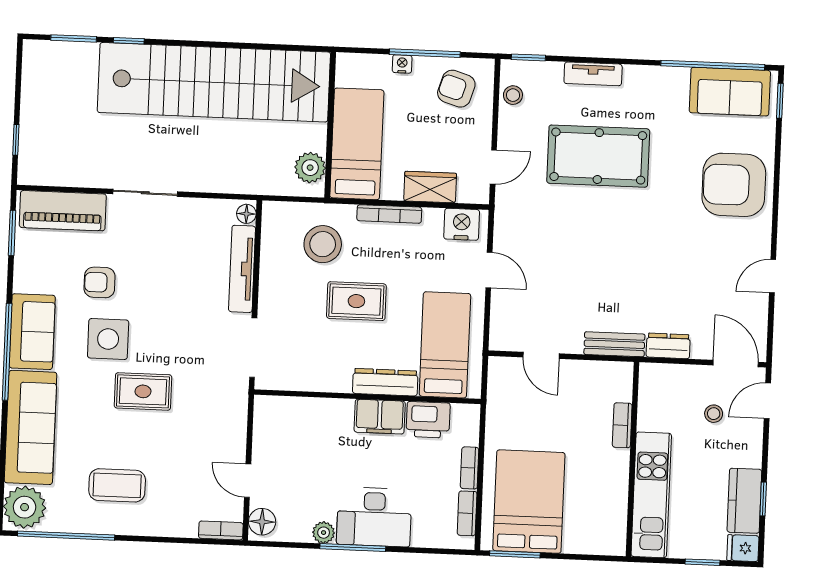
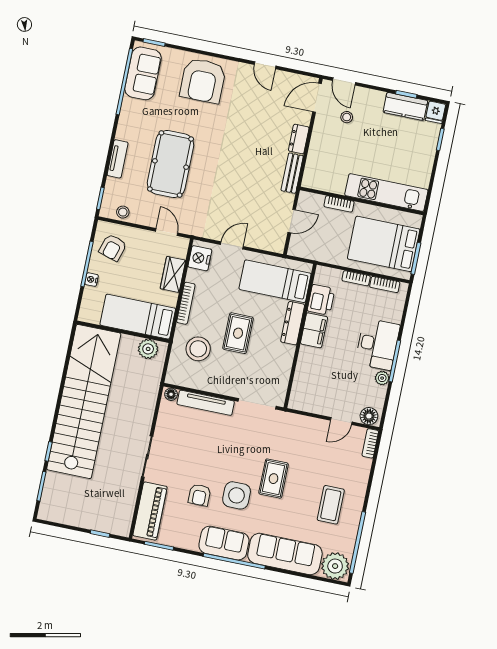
bookcase: (622, 425) -> (339, 204), moved
wall: (632, 459) -> (362, 201), moved
kitchen unit: (651, 495) -> (386, 193), moved

